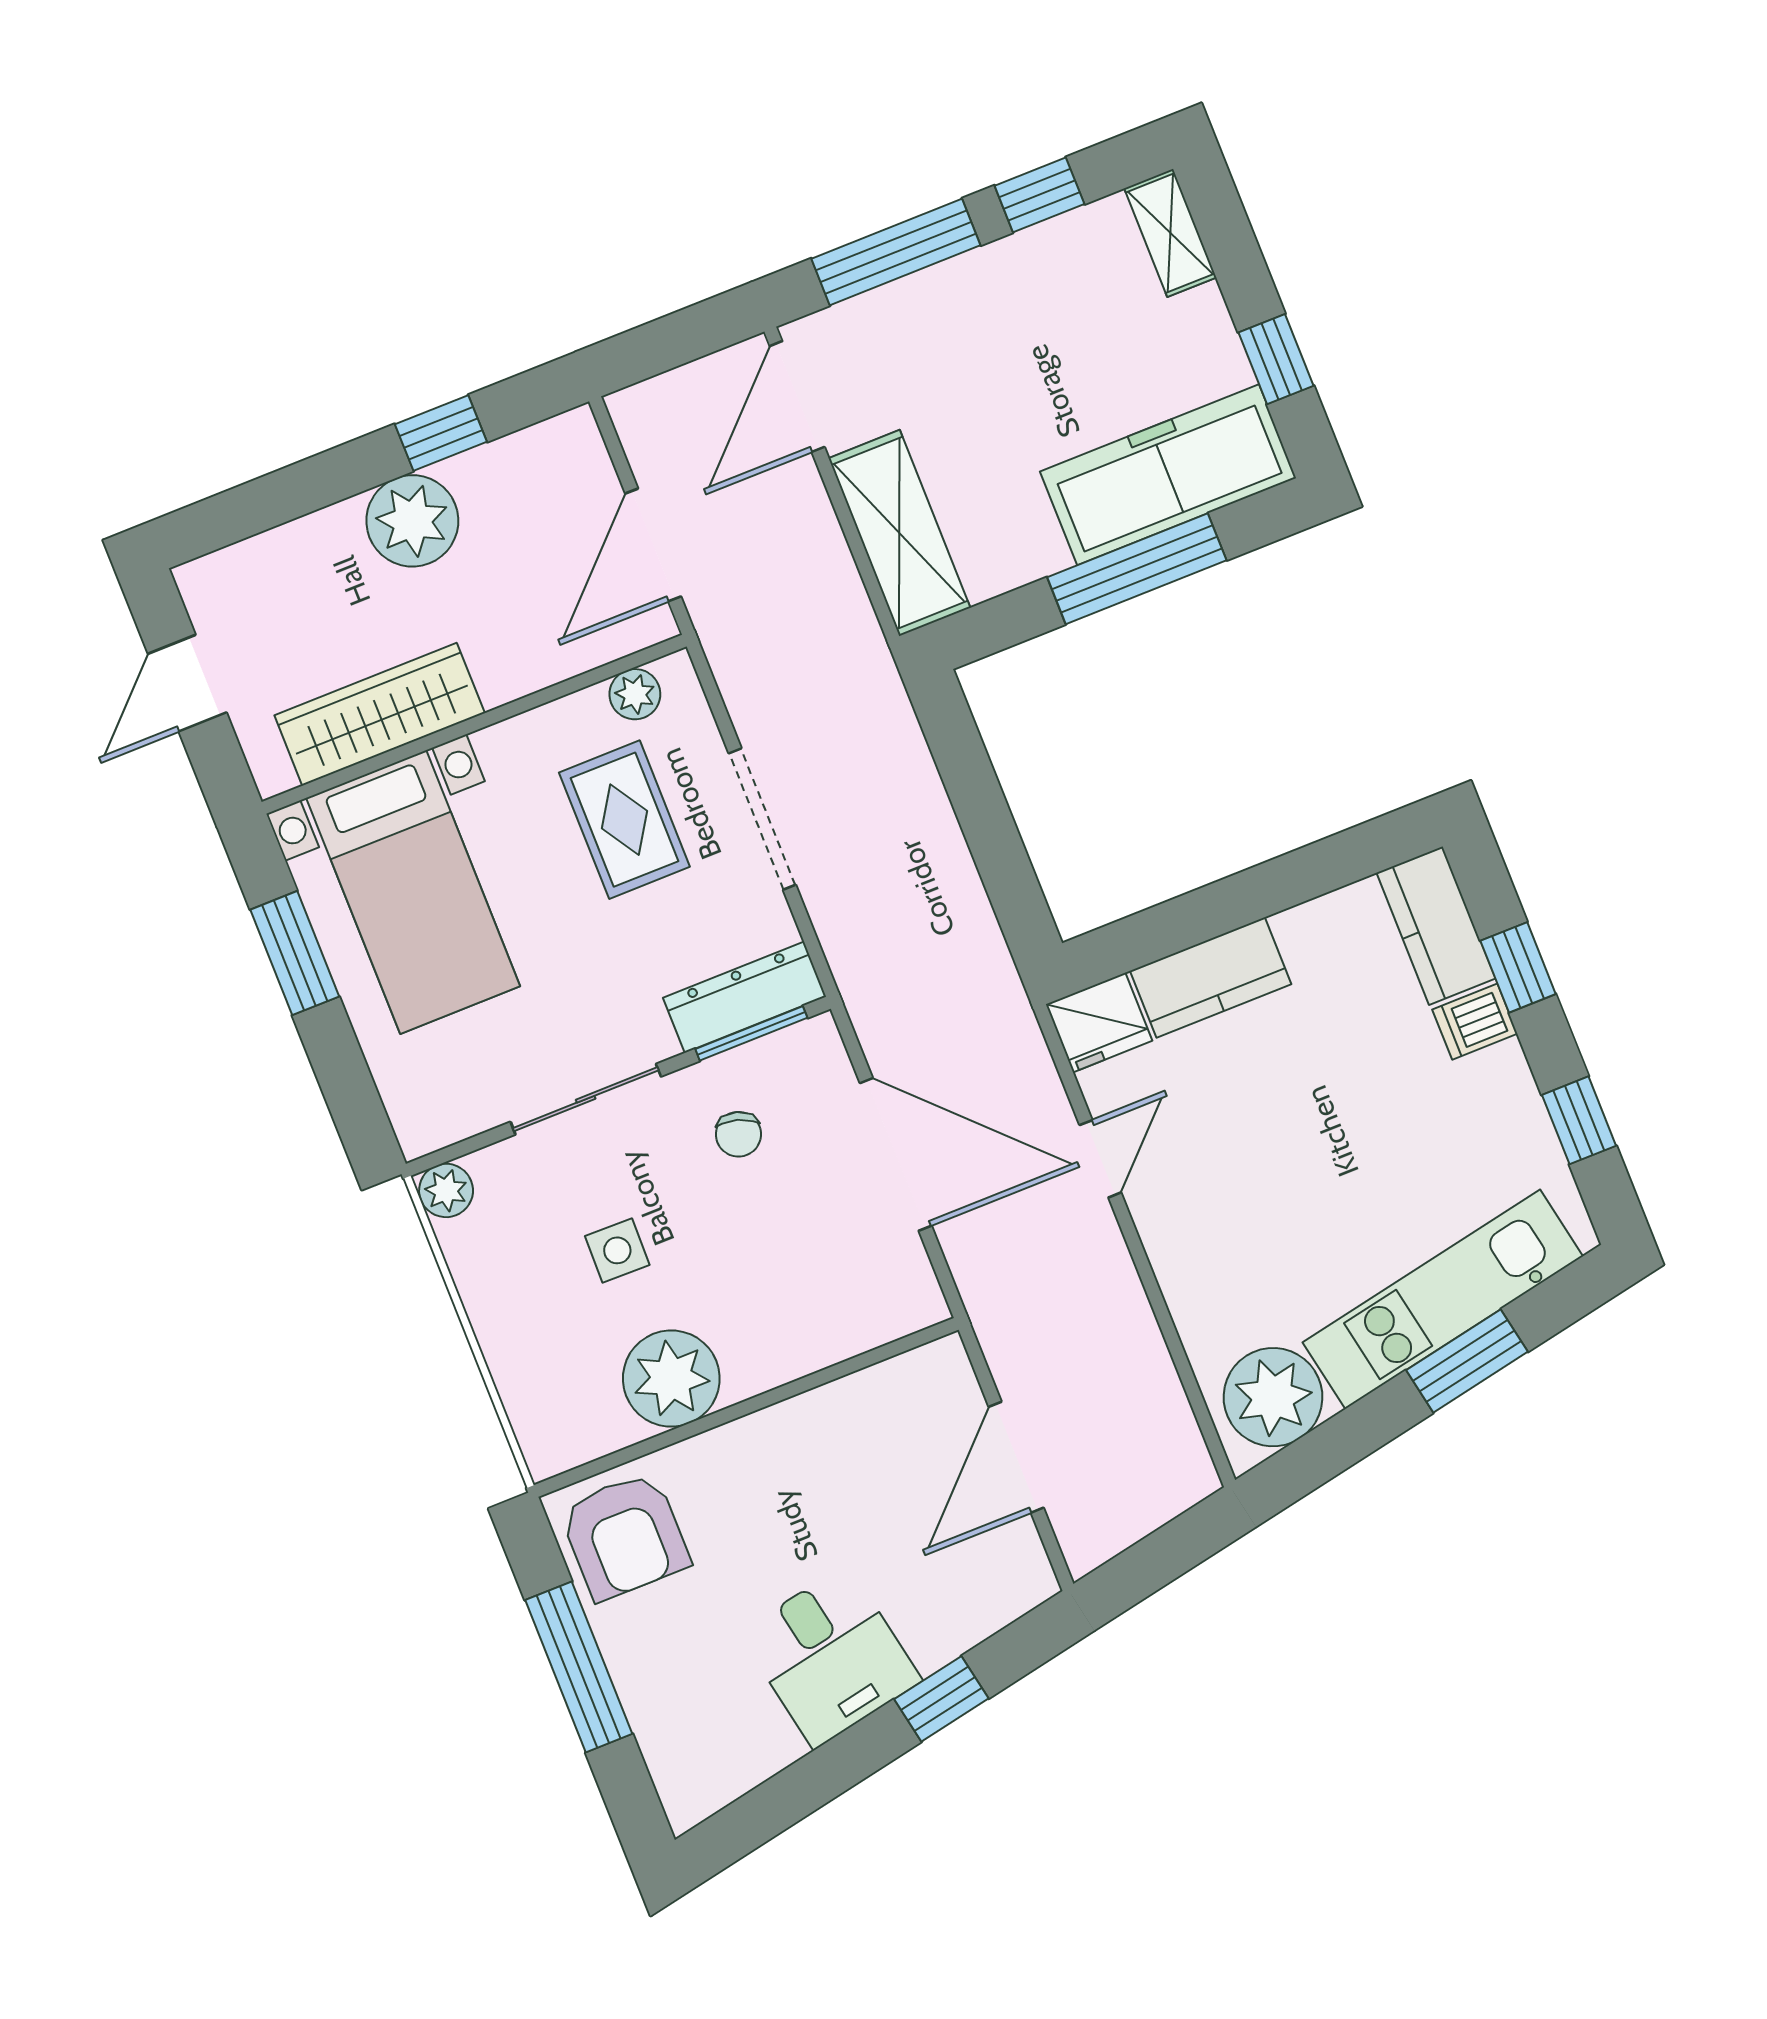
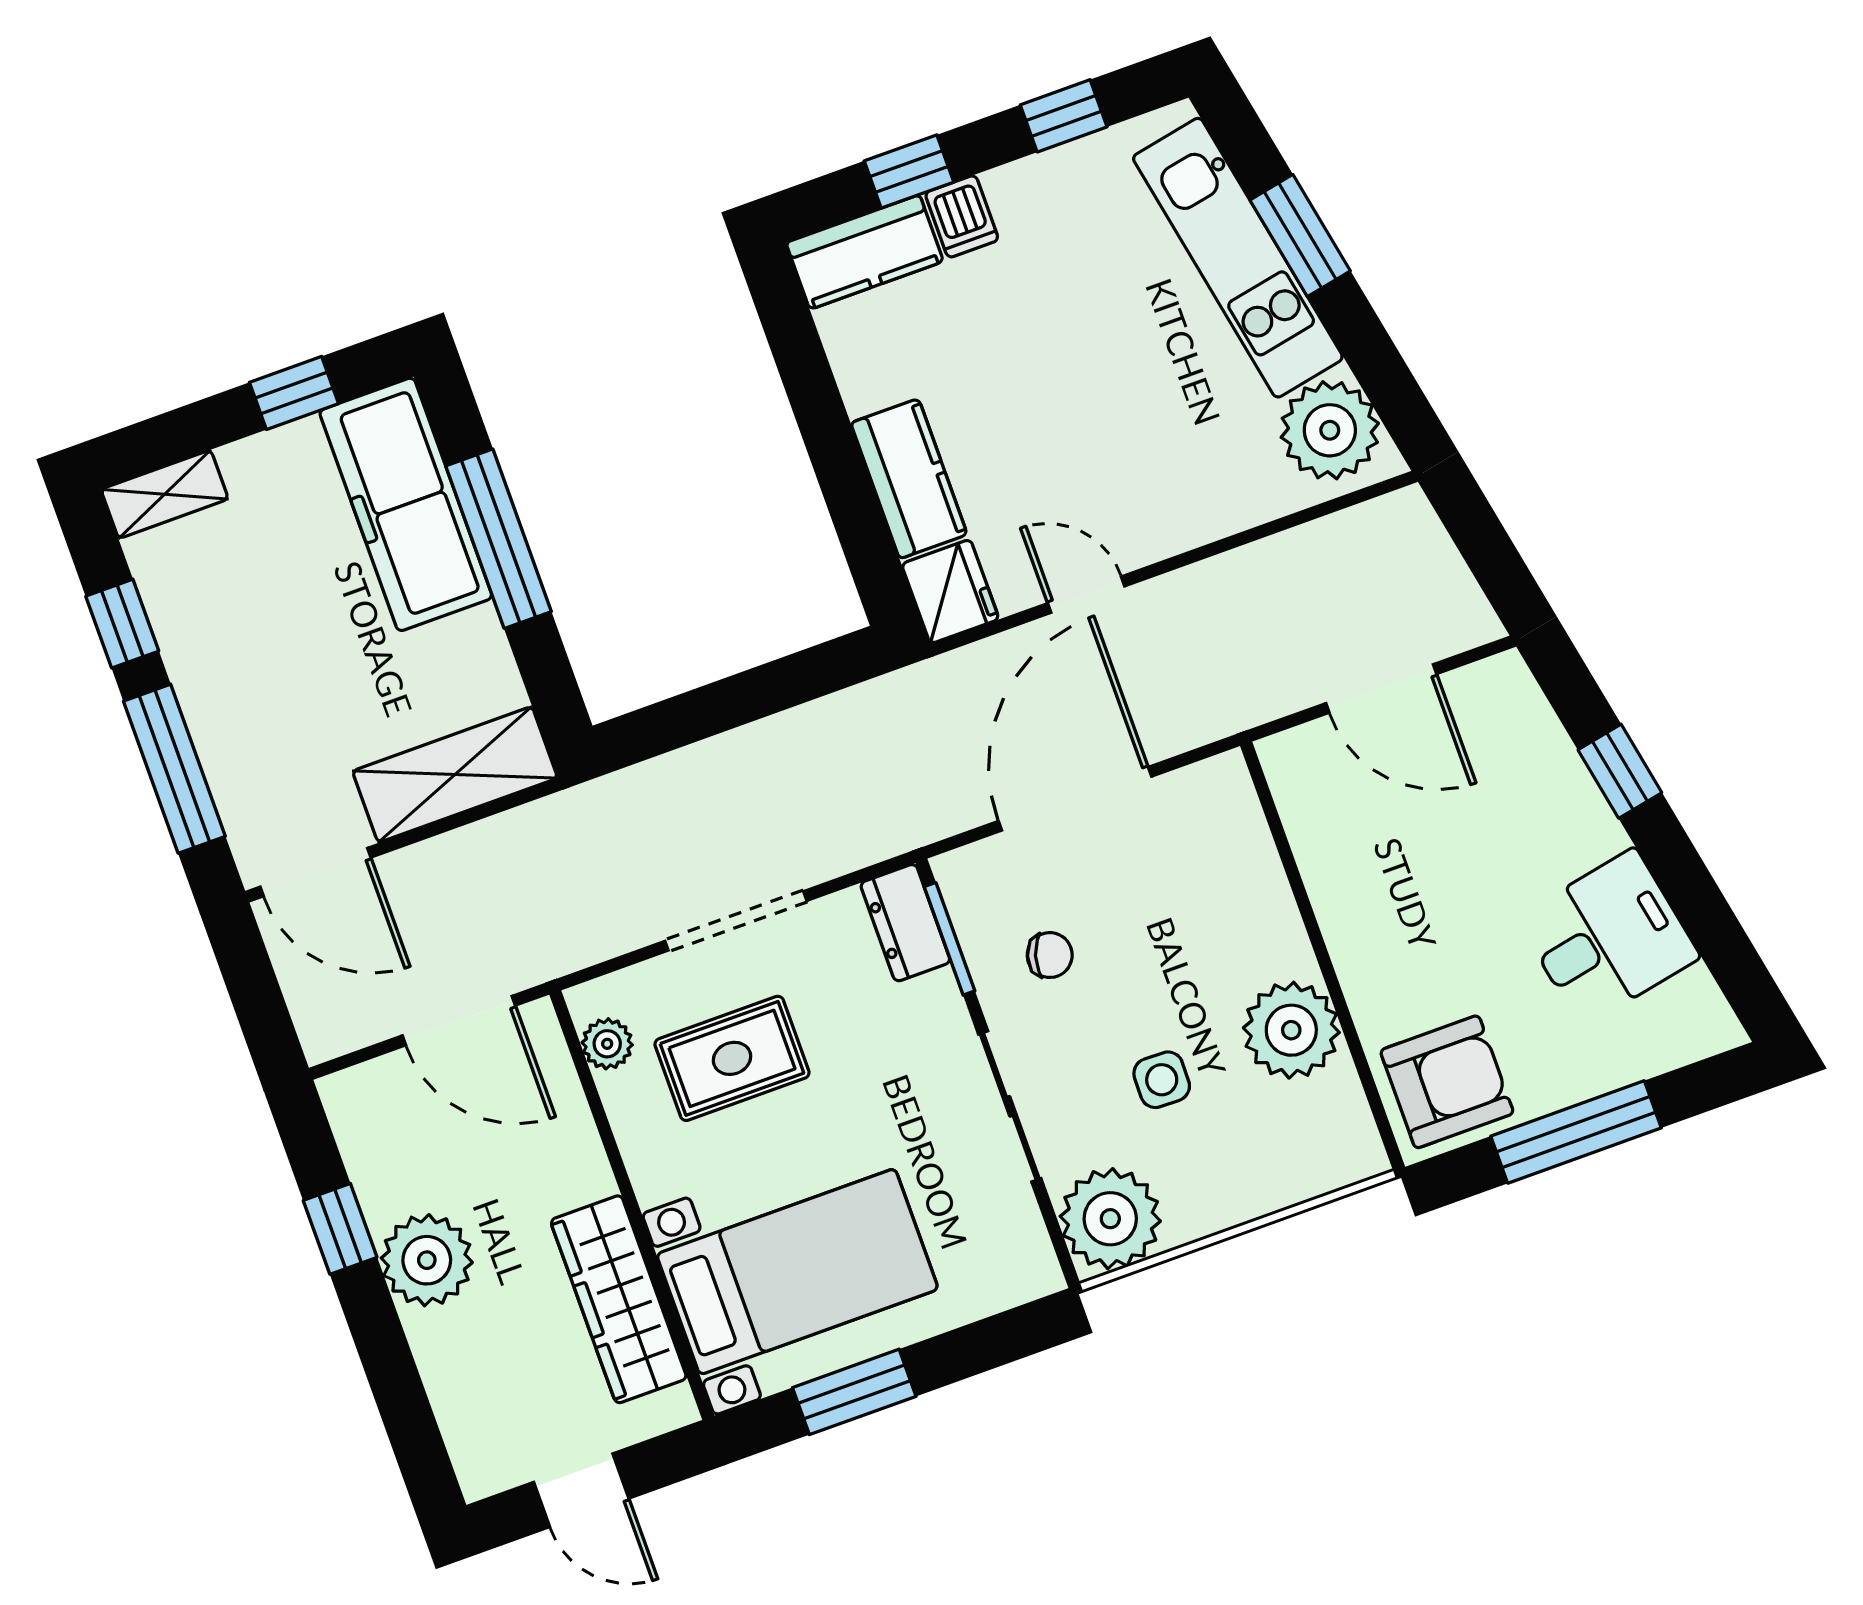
dresser: (745, 997) -> (905, 923), width x0.70
plant: (446, 1190) -> (1110, 1219), width x1.87, depth x1.87
desk: (830, 1657) -> (1608, 938), moved

